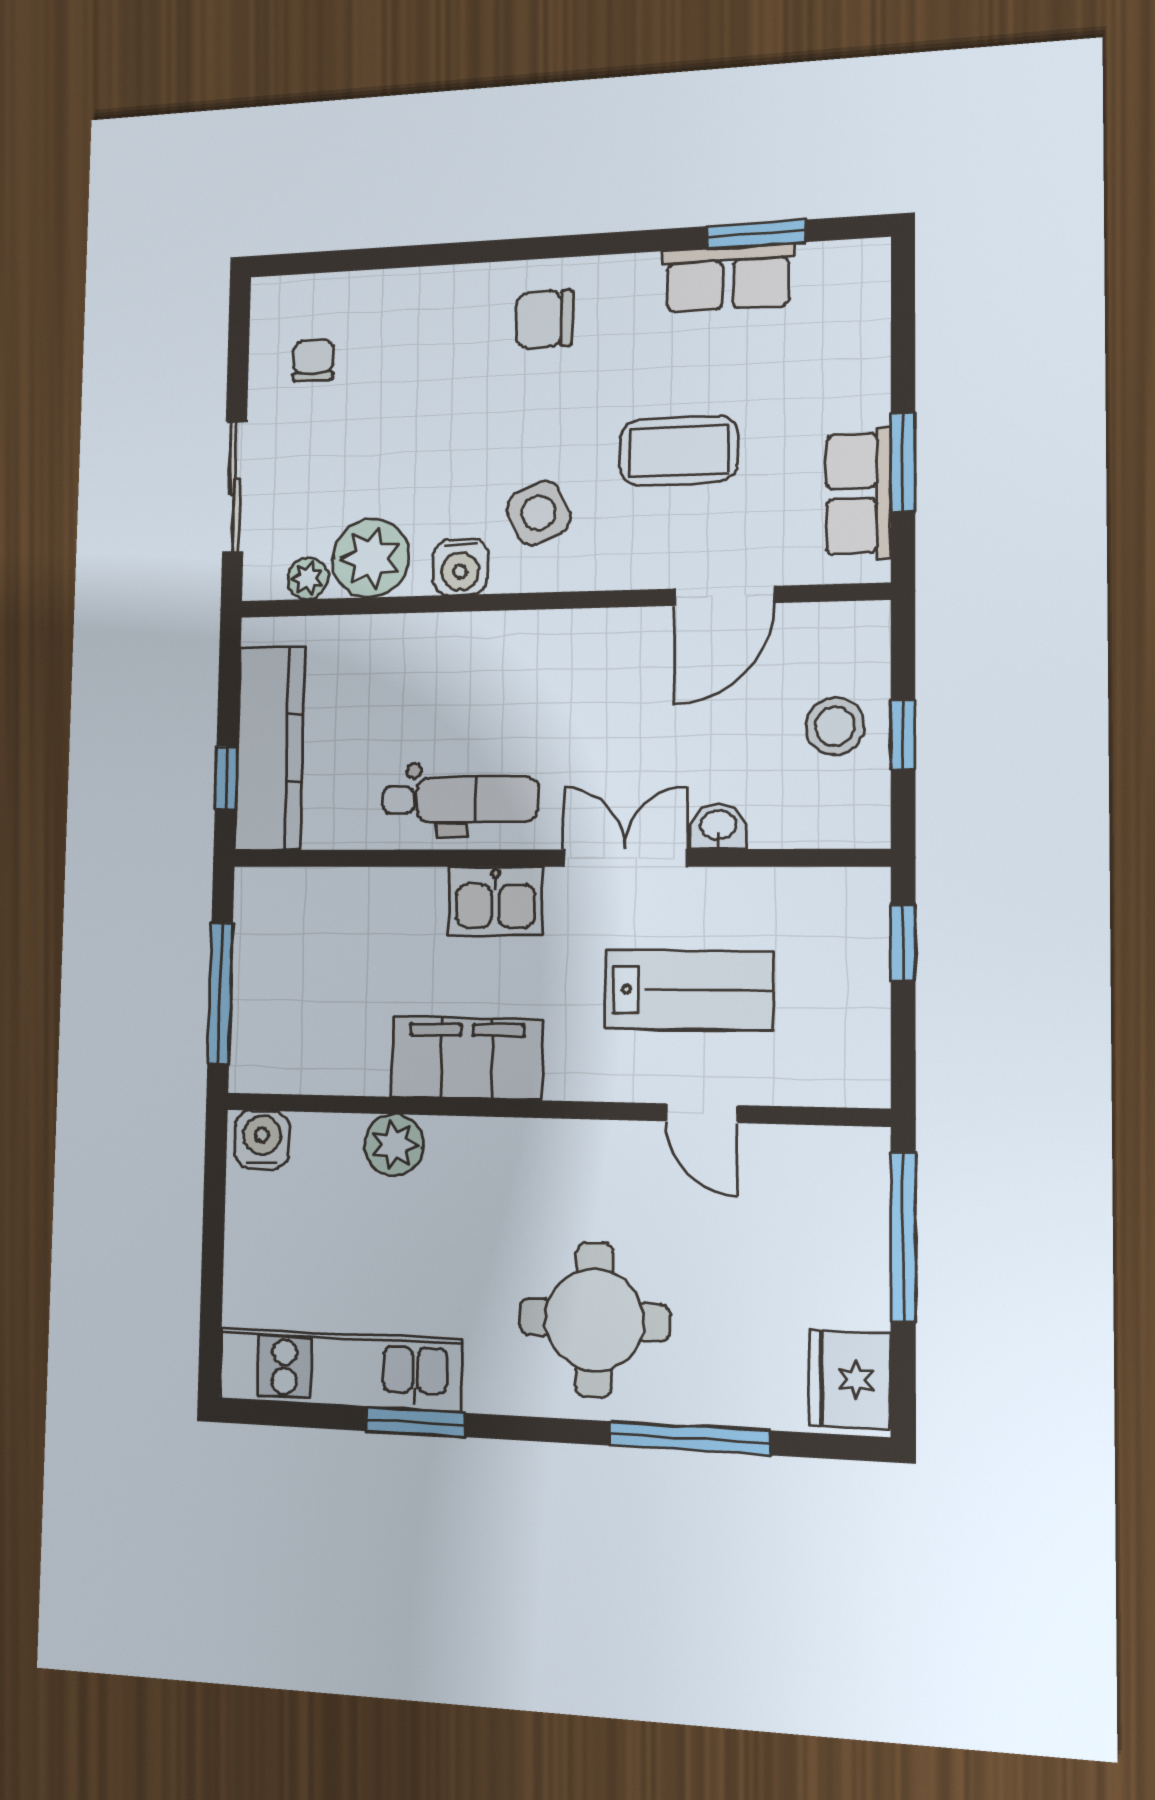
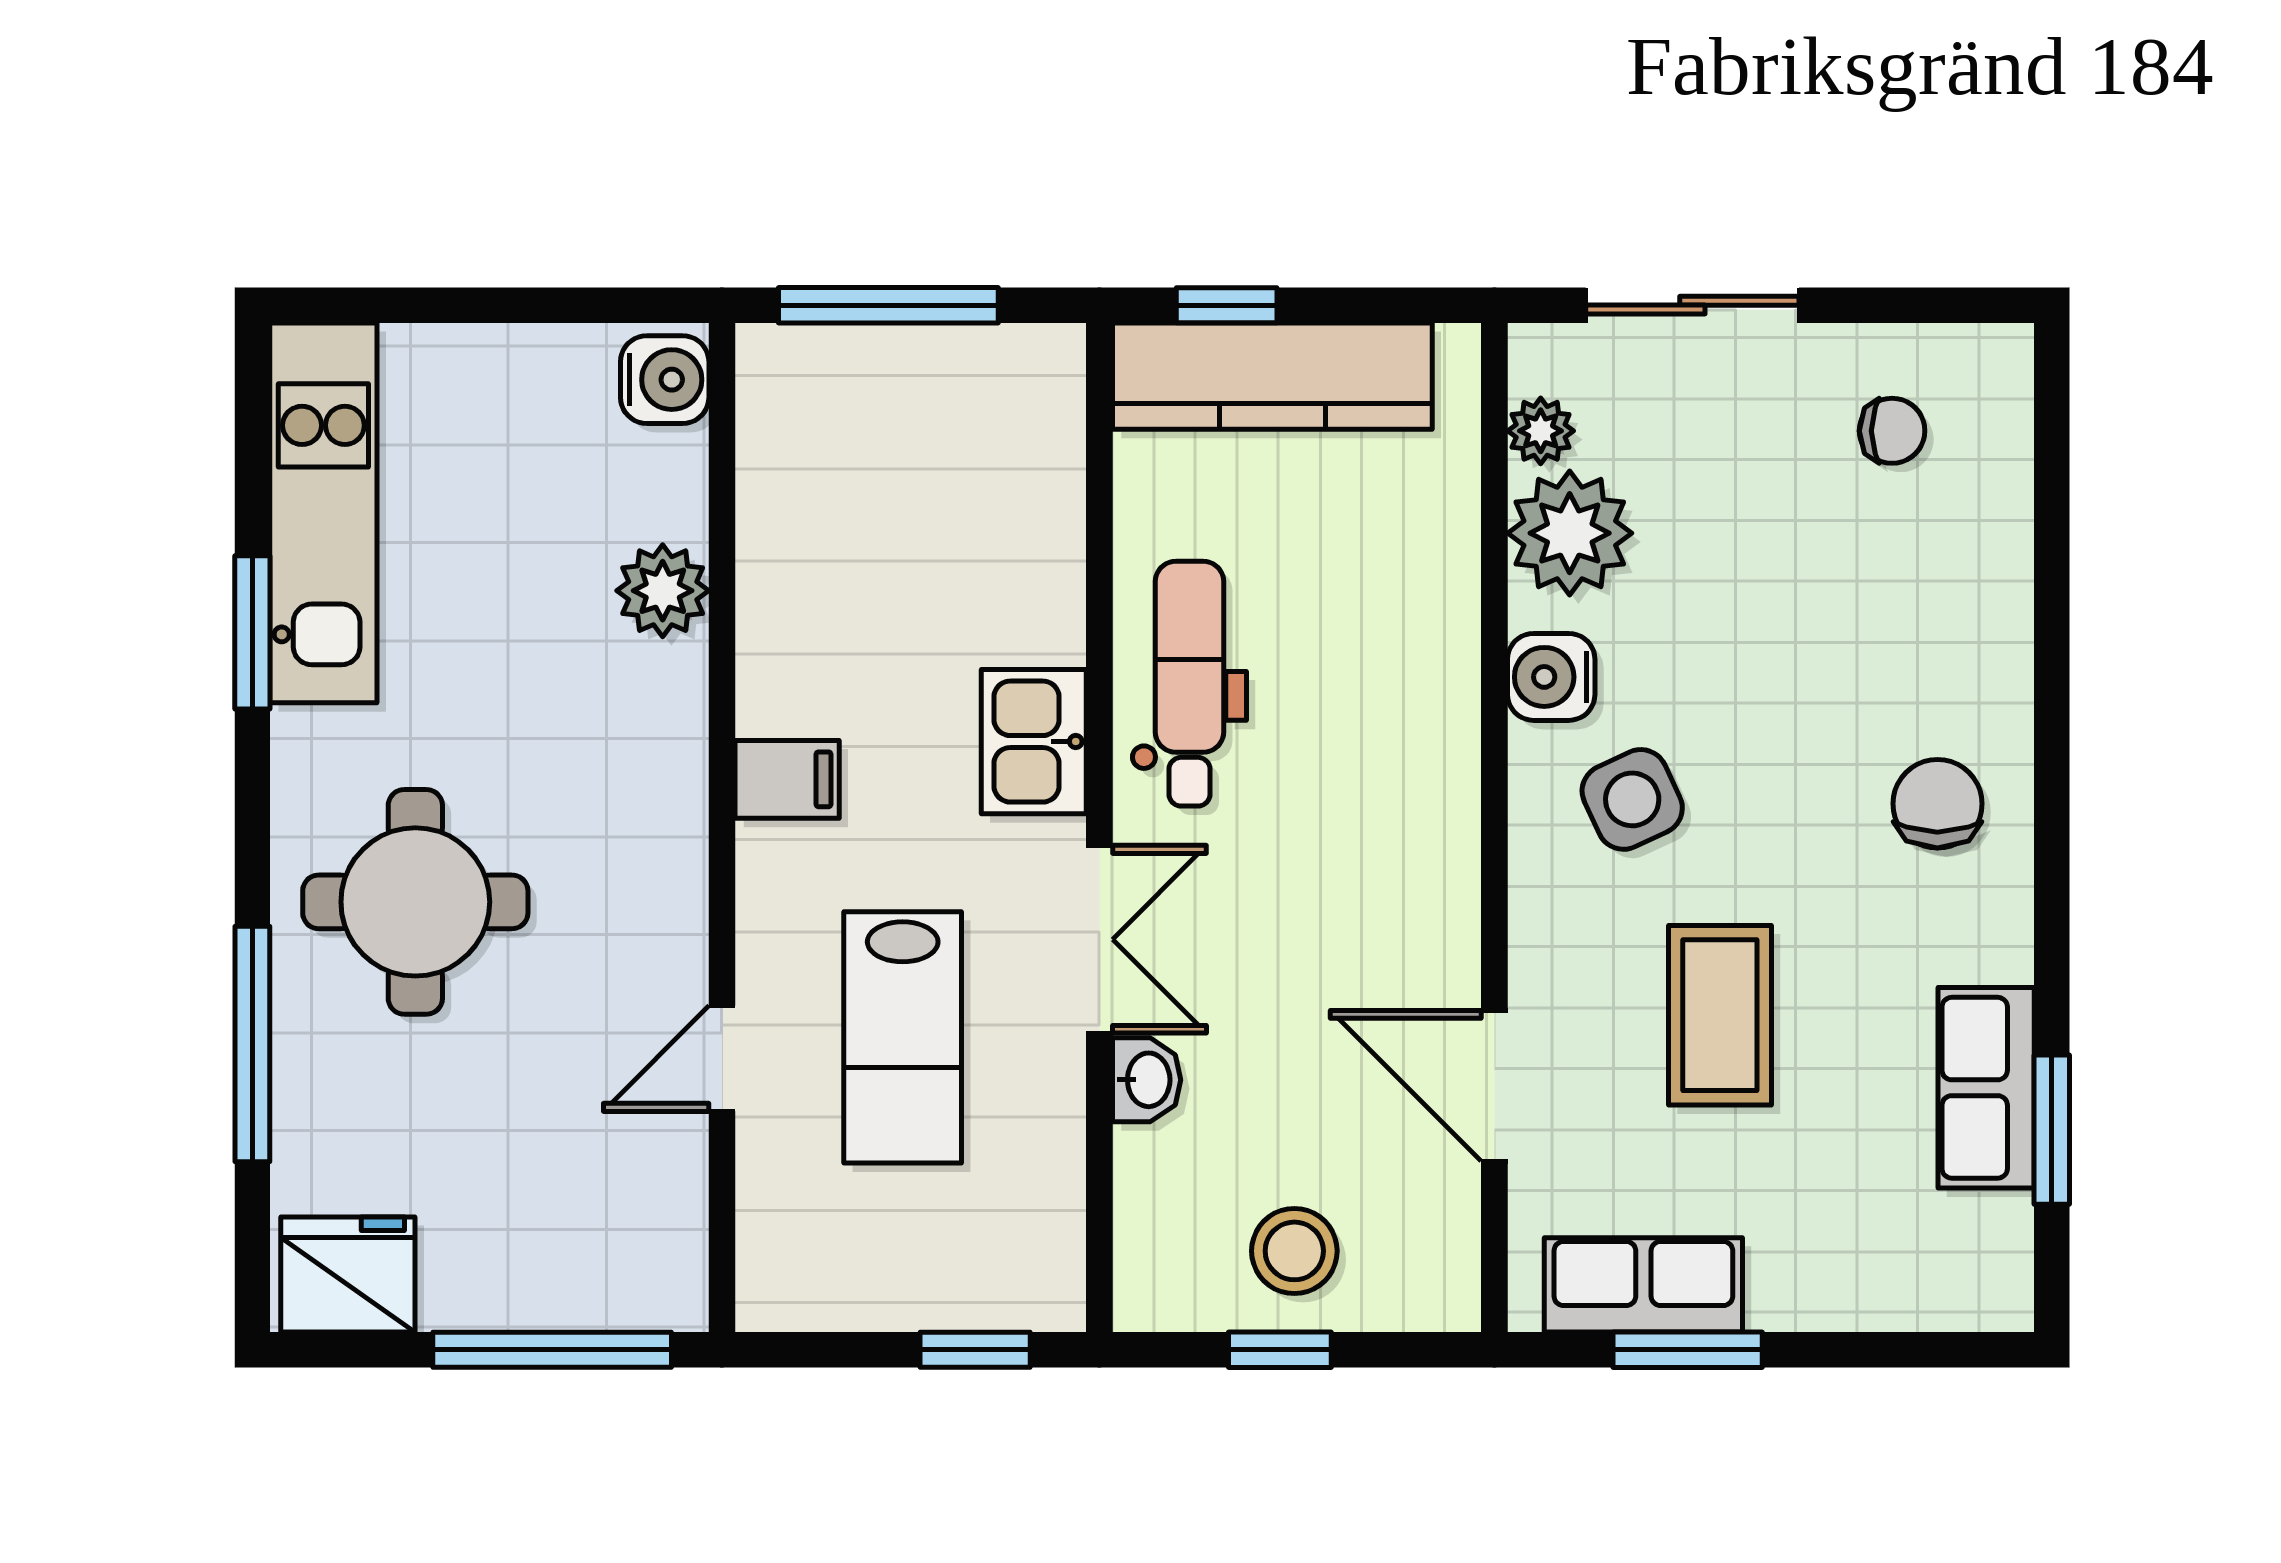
dental chair: (460, 799) -> (1189, 684), turned 180
filing cabinet: (467, 1058) -> (787, 779), width x0.33, depth x0.86

